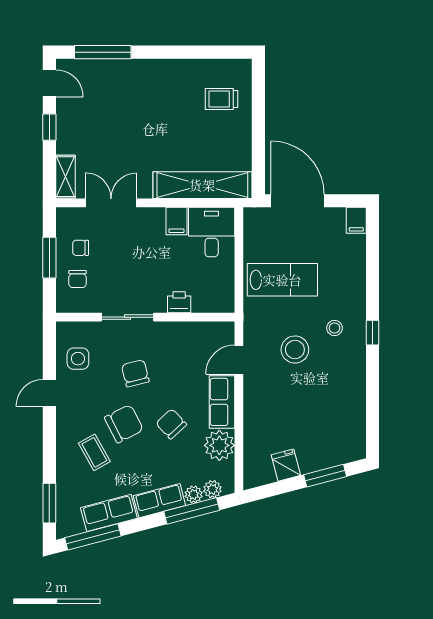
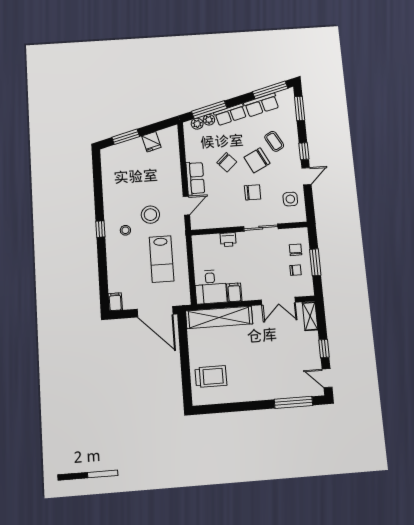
trolley: (221, 99) -> (211, 376), width x1.36, depth x1.39
lab bench: (282, 280) -> (162, 259), turned -90
chair: (135, 373) -> (253, 192), turned -76
window: (49, 433) -> (304, 151), added
plant: (219, 445) -> (195, 151), removed

